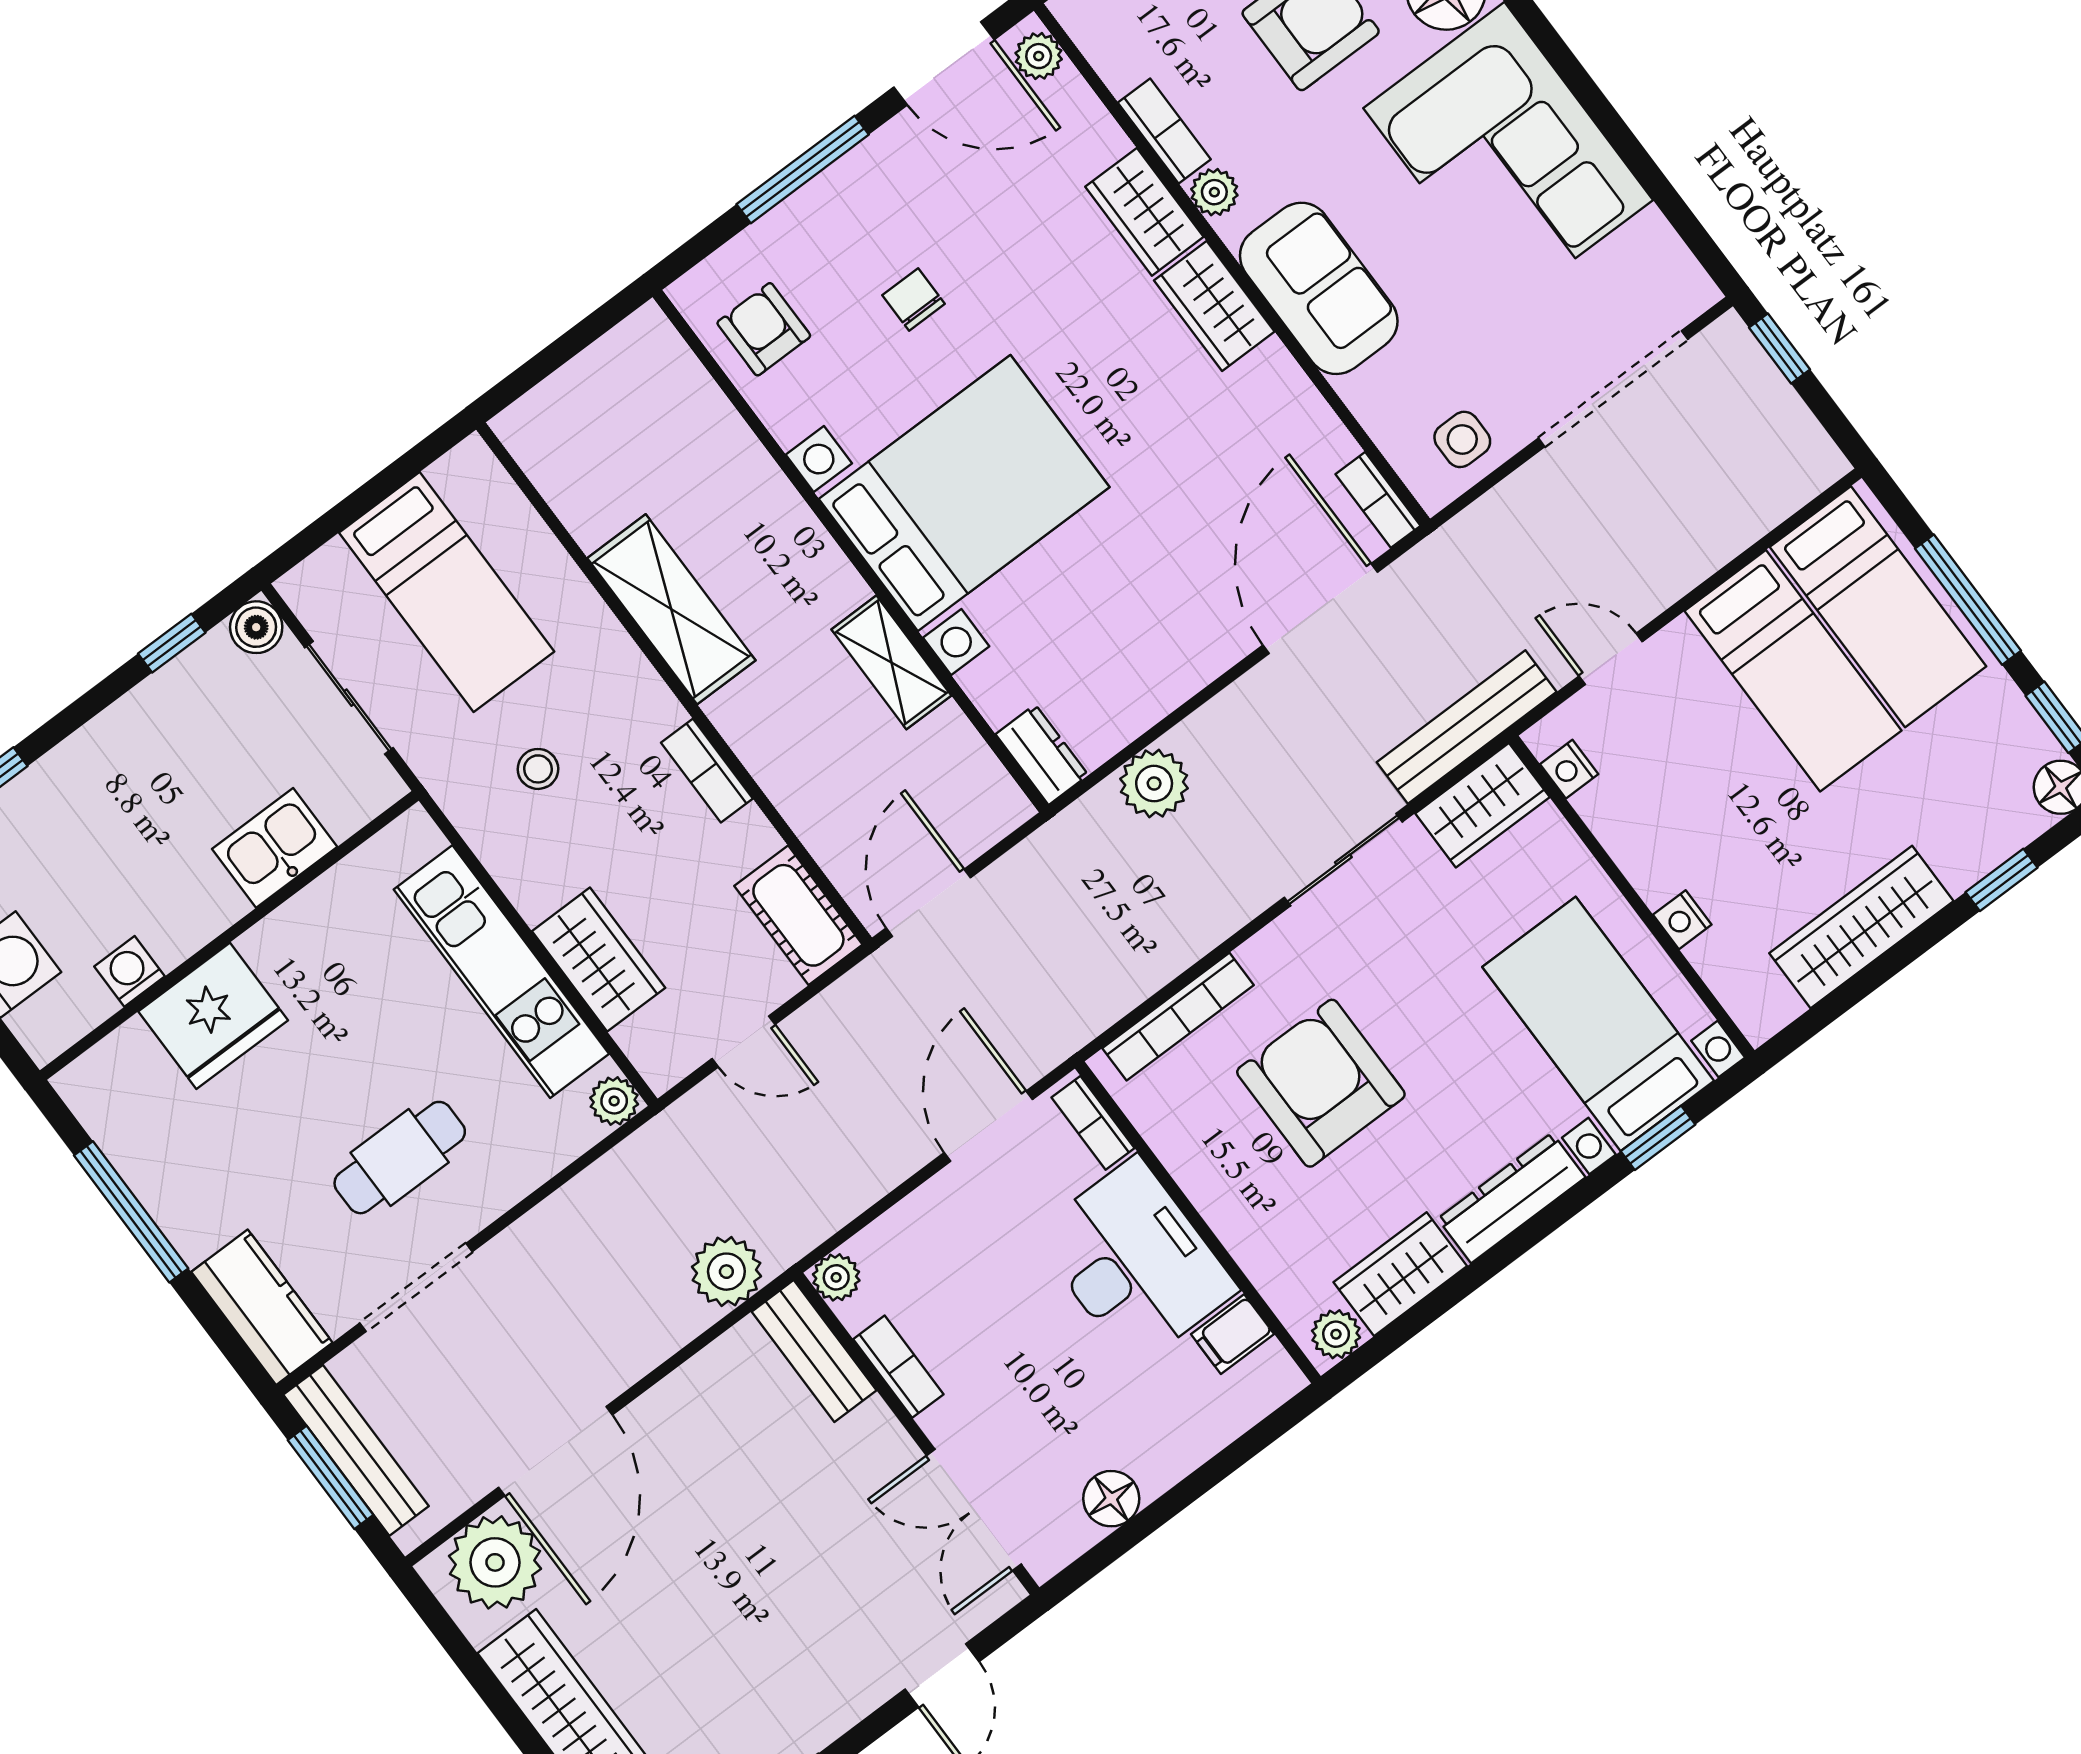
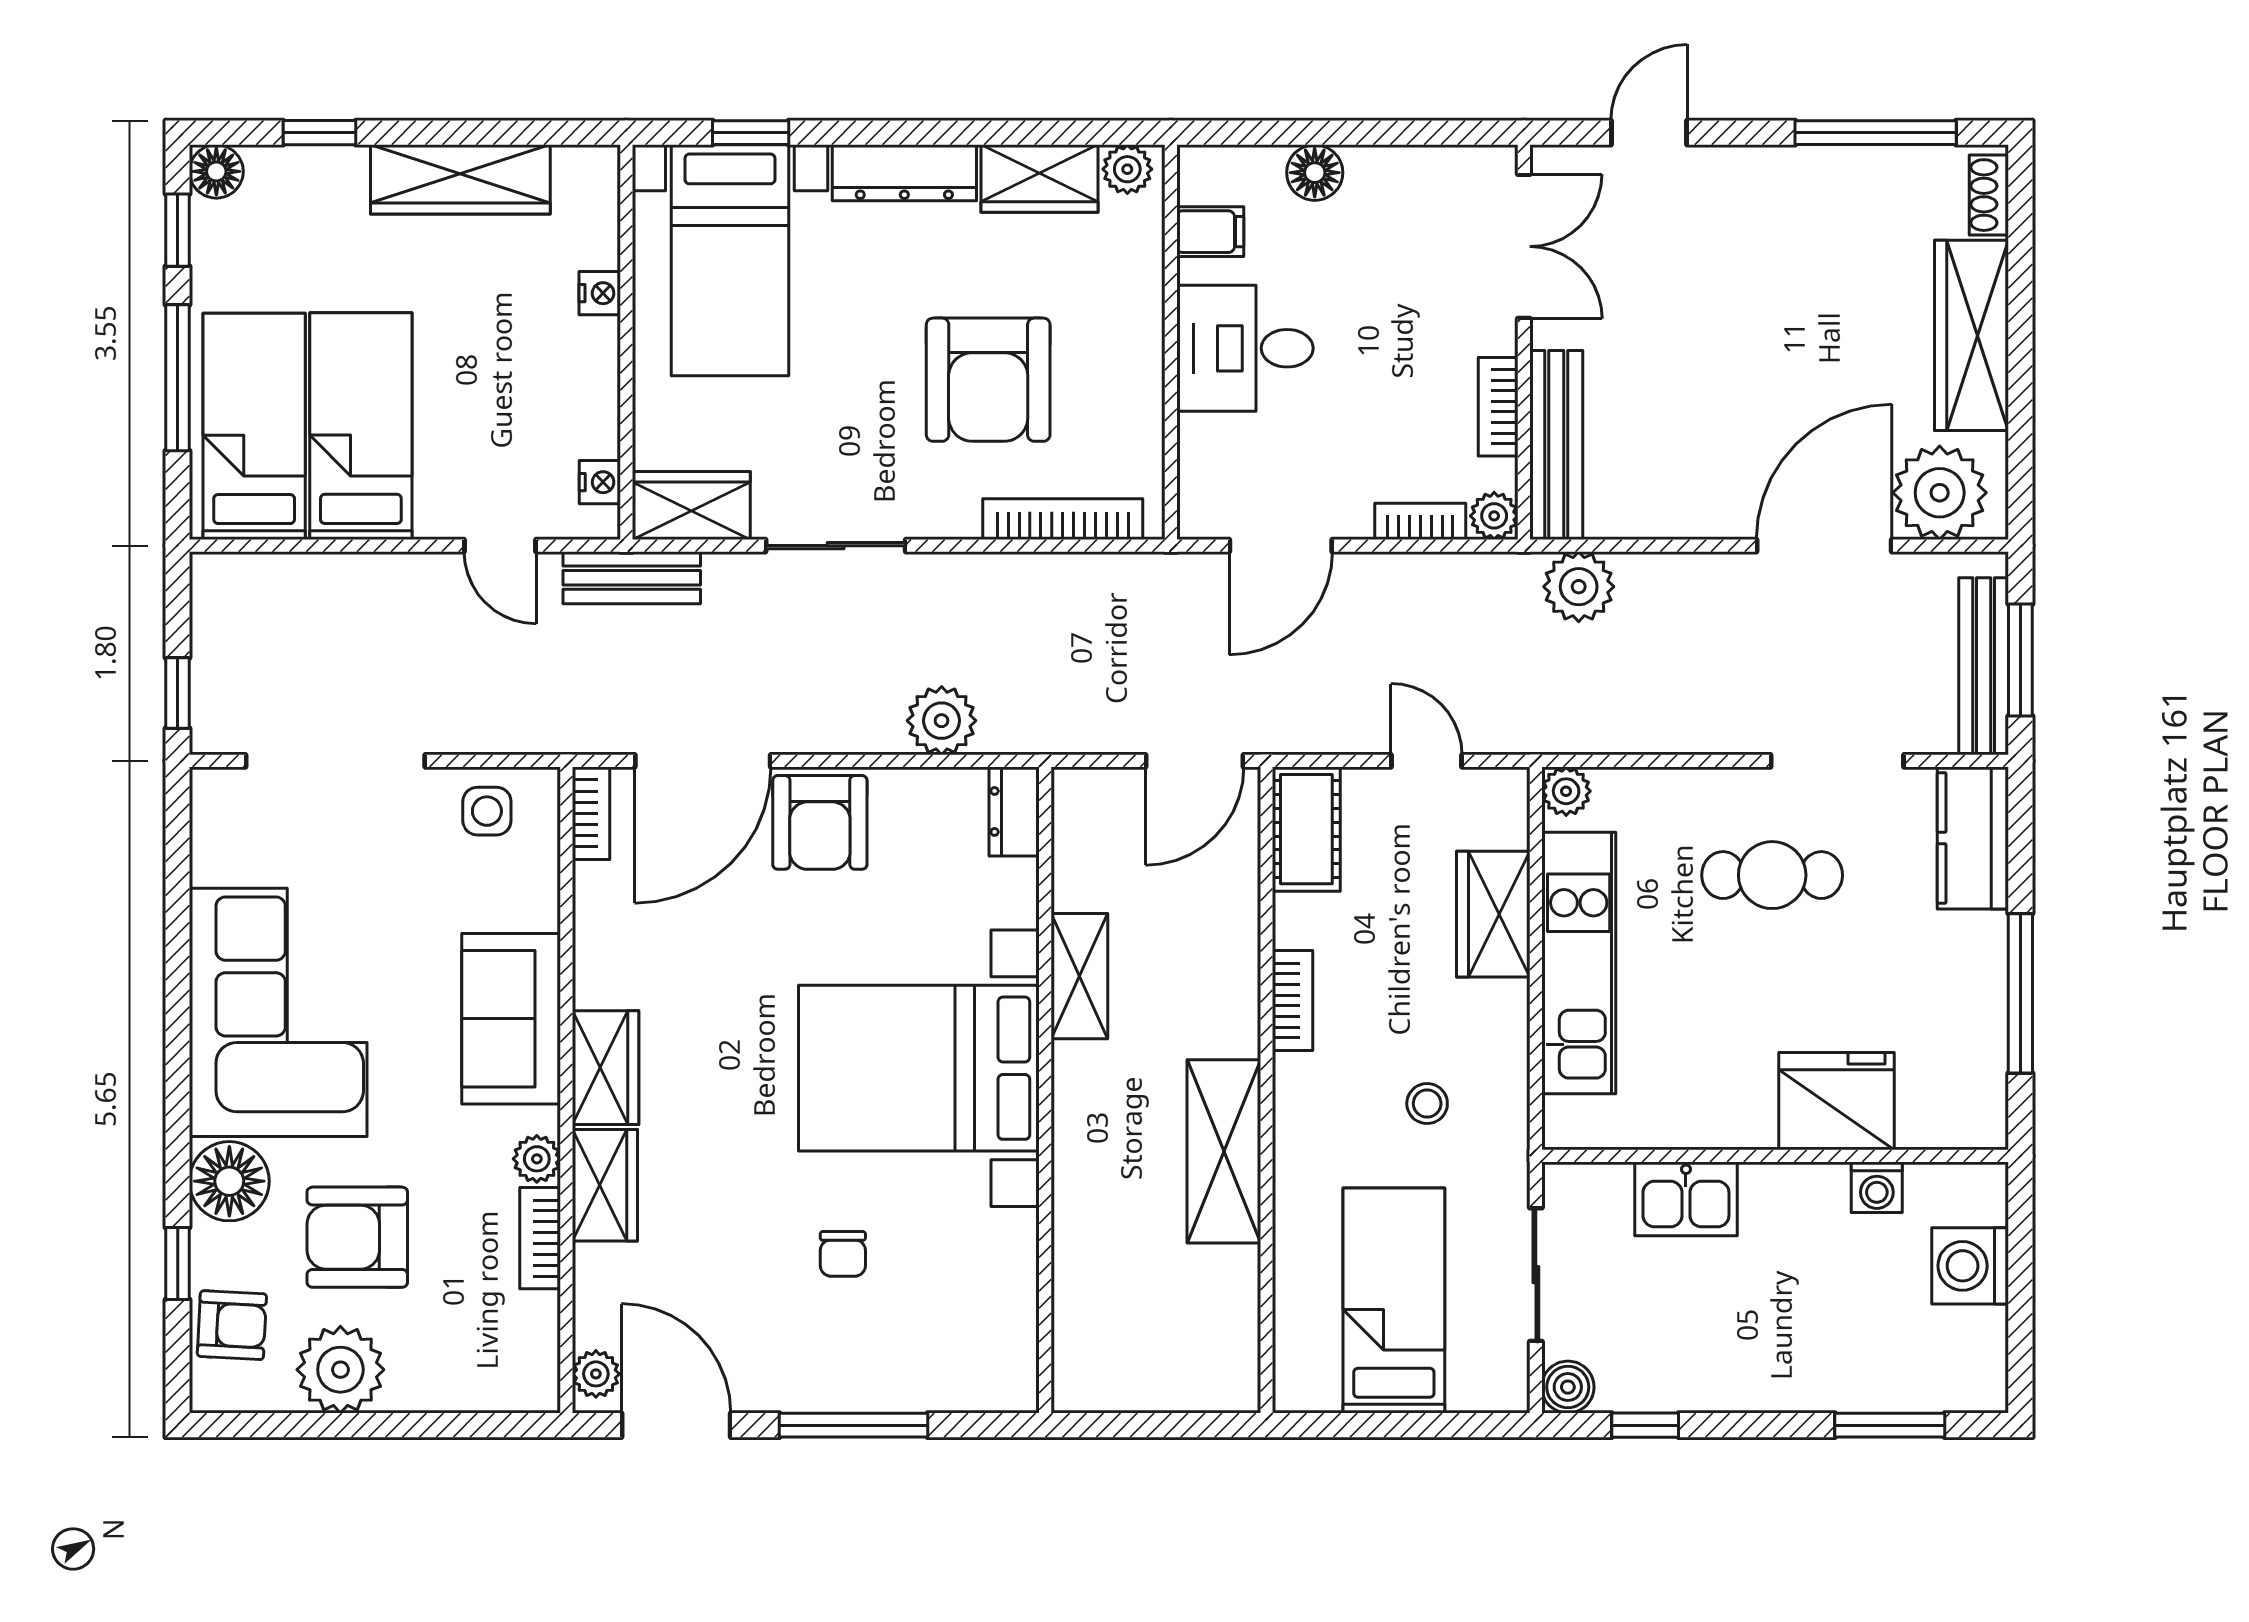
armchair: (764, 329) -> (820, 822), moved, width x1.38, depth x1.38
bench: (1467, 727) -> (632, 578), width x0.73
bookcase: (1093, 1123) -> (1420, 521), moved, turned -90
desk: (1135, 1262) -> (1245, 348), width x0.73
bench: (814, 1351) -> (1556, 445), width x1.36
floor lamp: (1111, 1499) -> (1315, 173), moved

